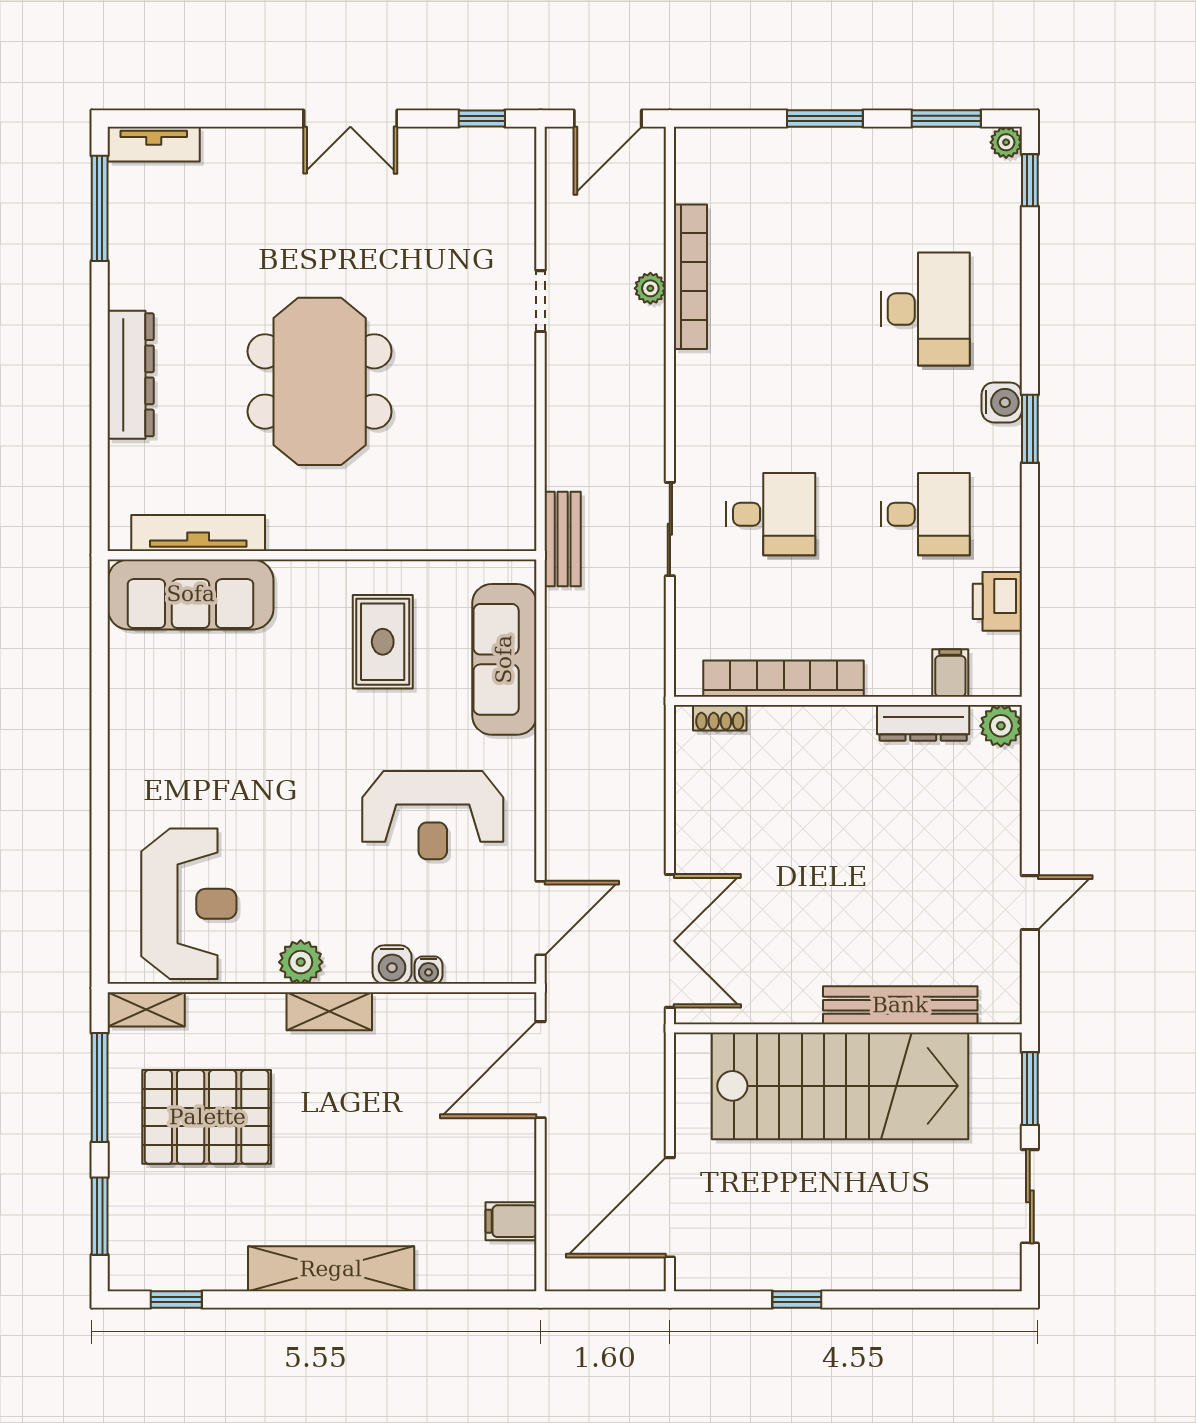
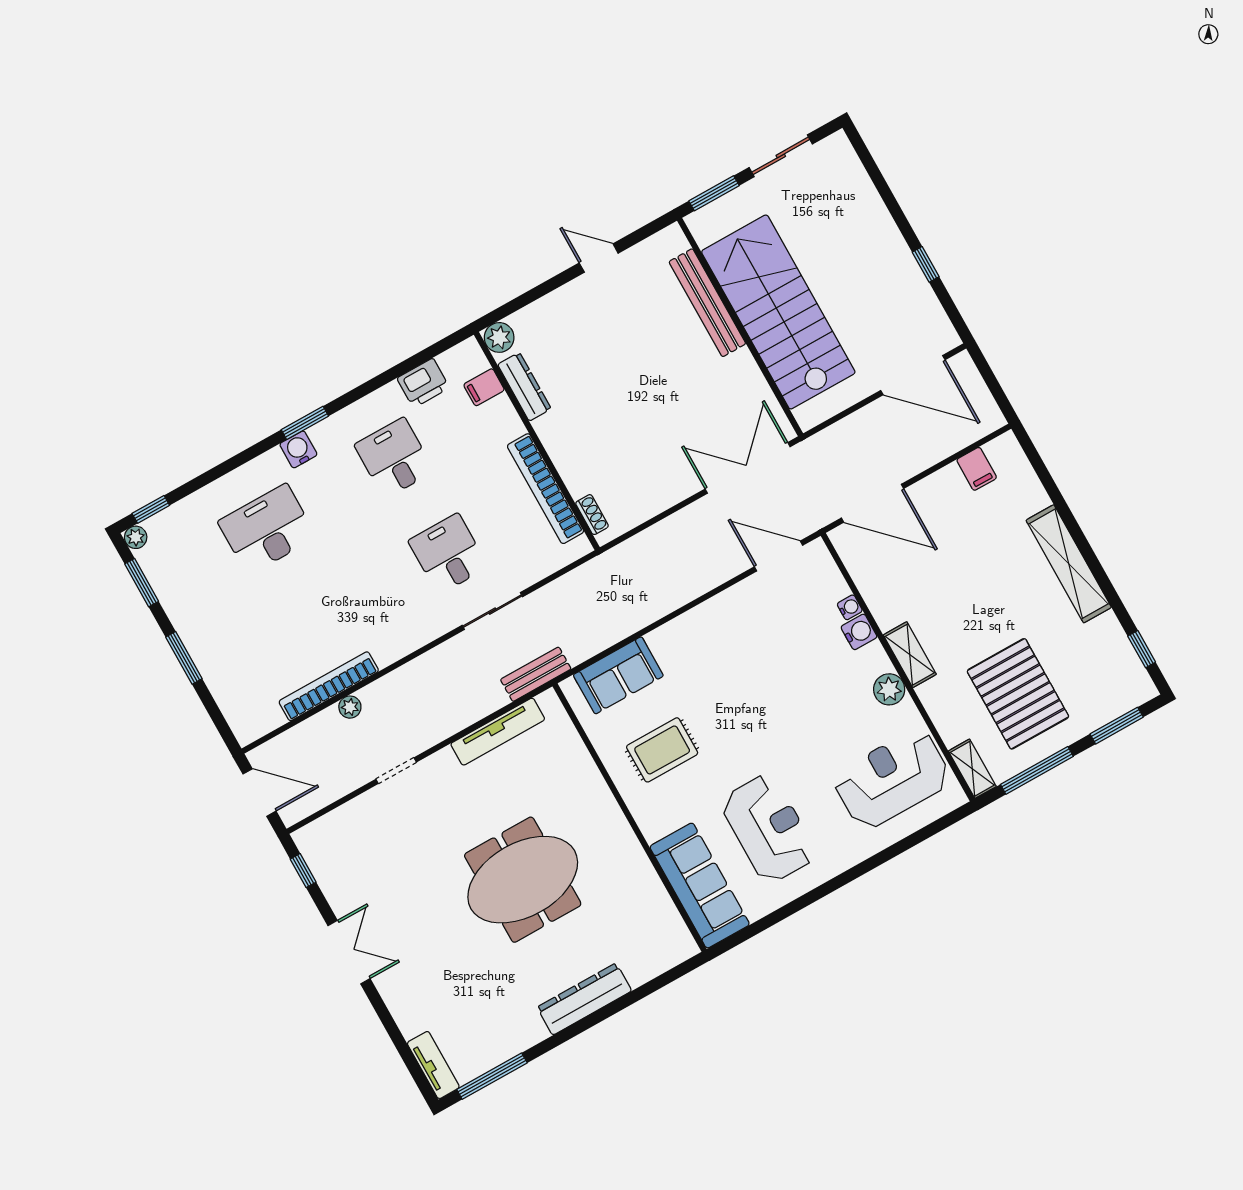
tv unit: (198, 533) -> (498, 732), moved, turned -90
sofa: (504, 659) -> (618, 675), width x0.73
reception desk: (433, 815) -> (768, 829), moved

